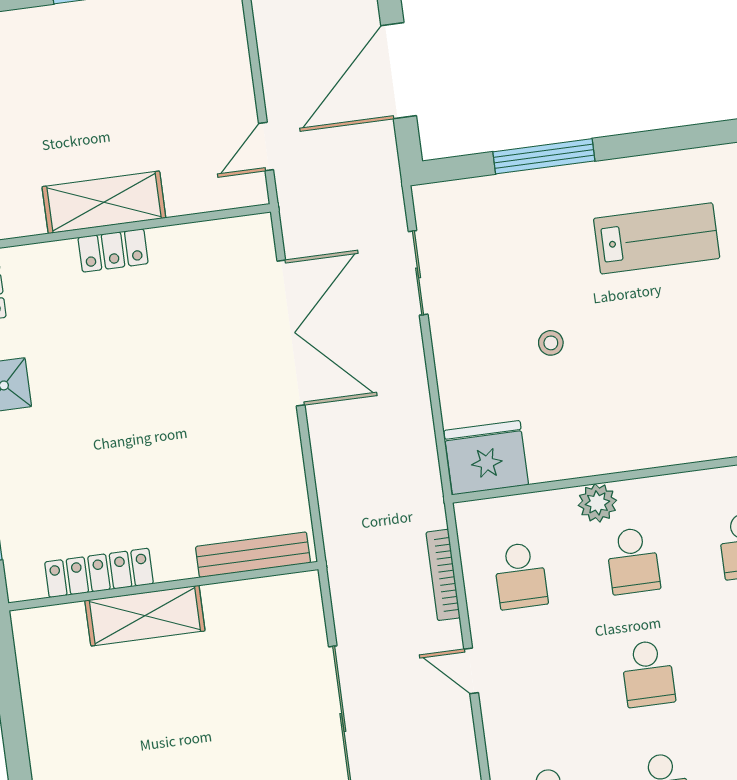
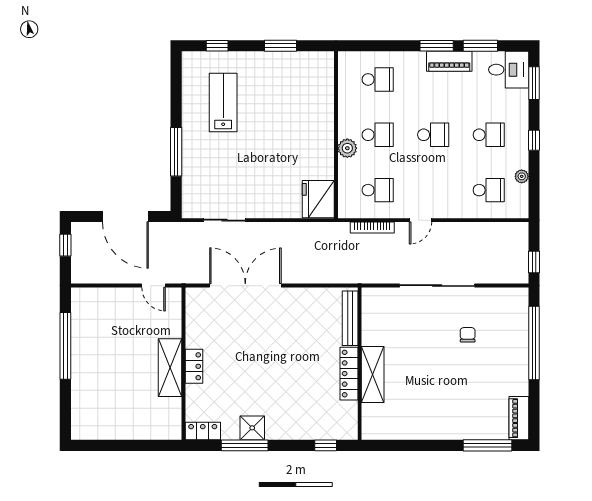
stool: (551, 343) -> (267, 160), removed
locker: (99, 573) -> (349, 374), moved

